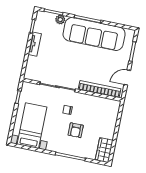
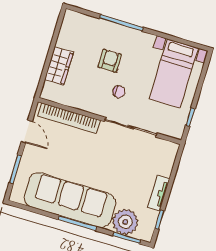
plant: (60, 20) -> (125, 222), width x1.88, depth x1.88
door: (127, 77) -> (27, 132), hinge flipped
wardrobe: (104, 150) -> (59, 66), moved

